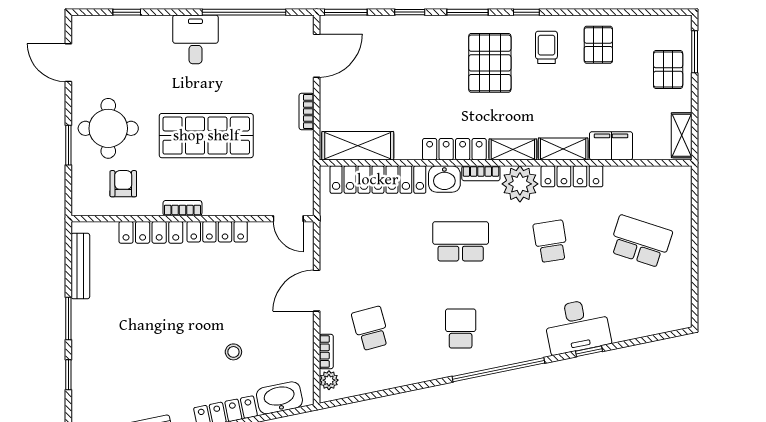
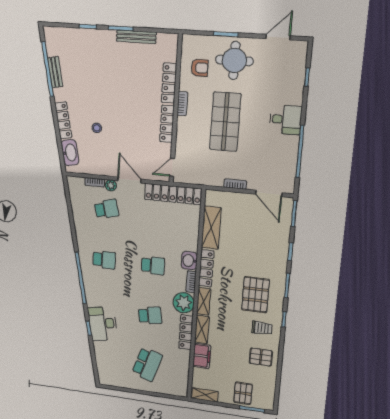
pallet: (490, 63) -> (255, 295), turned 90
pallet: (668, 70) -> (243, 393), turned 90
shelving: (358, 146) -> (211, 228), moved
locker: (378, 180) -> (173, 194), moved, turned -90
school desk: (461, 241) -> (153, 266), width x0.54
bench: (80, 266) -> (136, 37), moved
plant: (329, 380) -> (111, 185), moved

